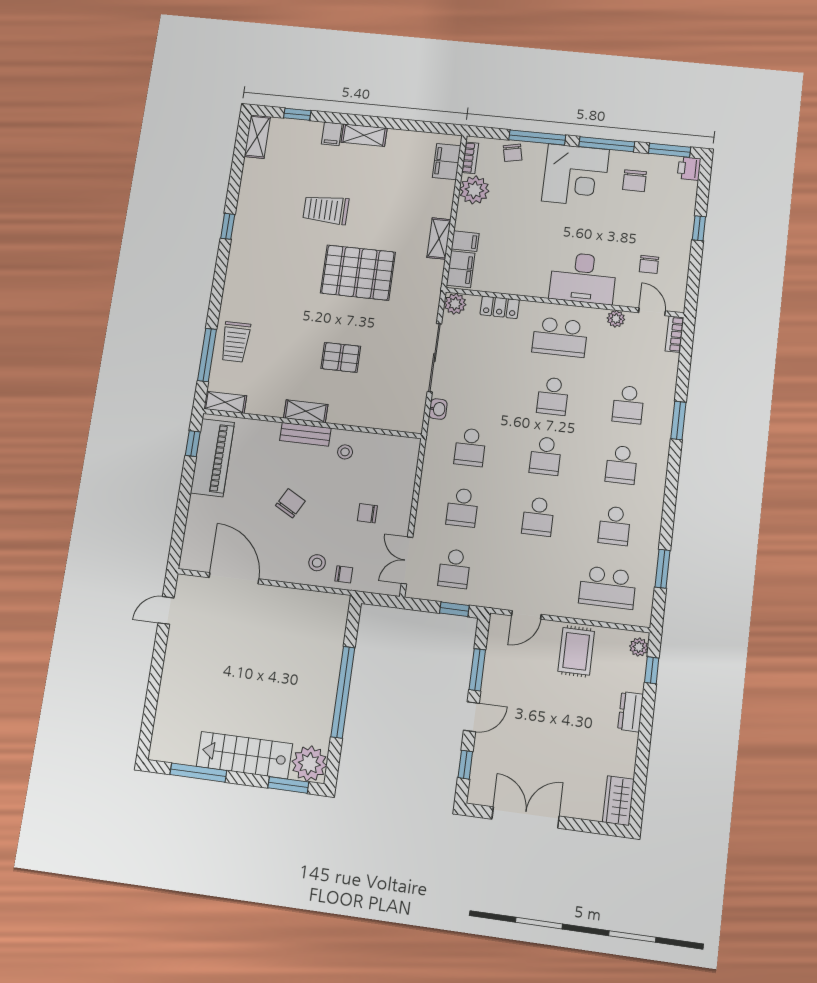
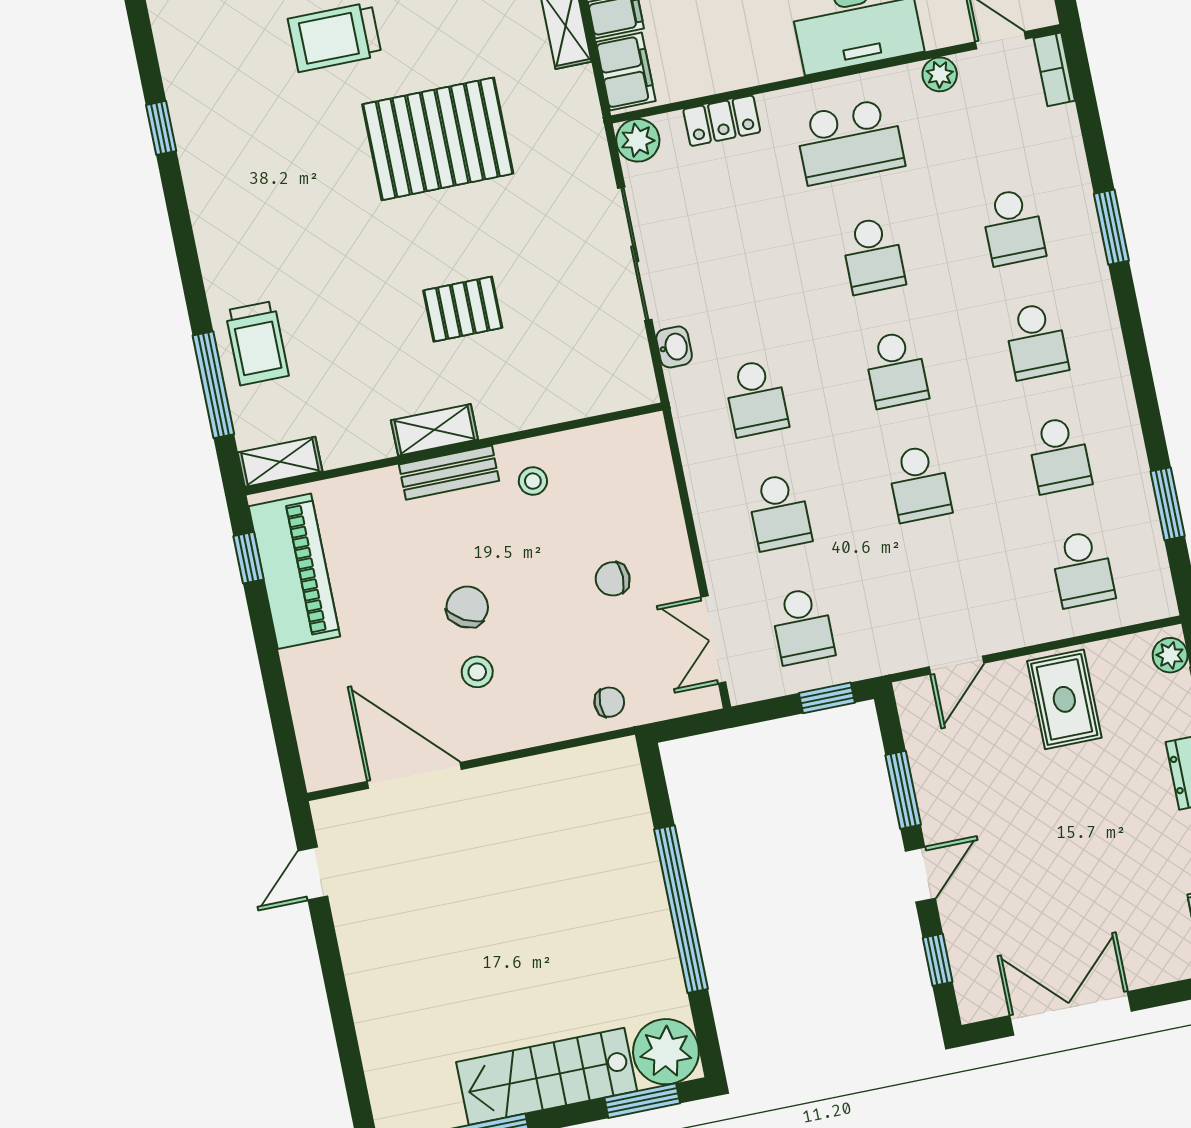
stool: (317, 563) -> (477, 672), moved
school desk: (608, 587) -> (1083, 569), width x0.54

